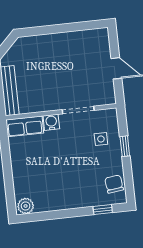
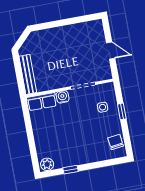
window: (103, 210) -> (70, 170), moved

